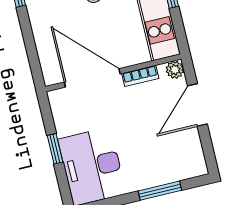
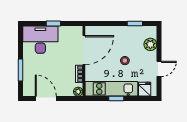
door: (197, 105) -> (46, 99), moved

